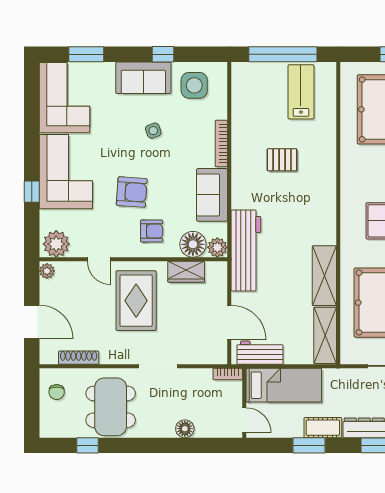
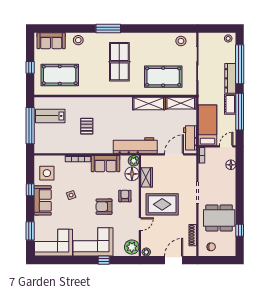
armchair: (132, 192) -> (104, 207), turned -94
floor lamp: (185, 429) -> (231, 165), moved
window: (309, 445) -> (240, 112), width x2.11

